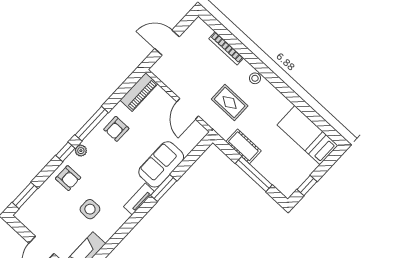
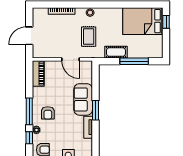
rug: (230, 103) -> (89, 37), turned 90
armchair: (116, 129) -> (48, 113), moved
bed: (308, 135) -> (143, 21), width x1.50
window: (307, 185) -> (166, 22), moved

